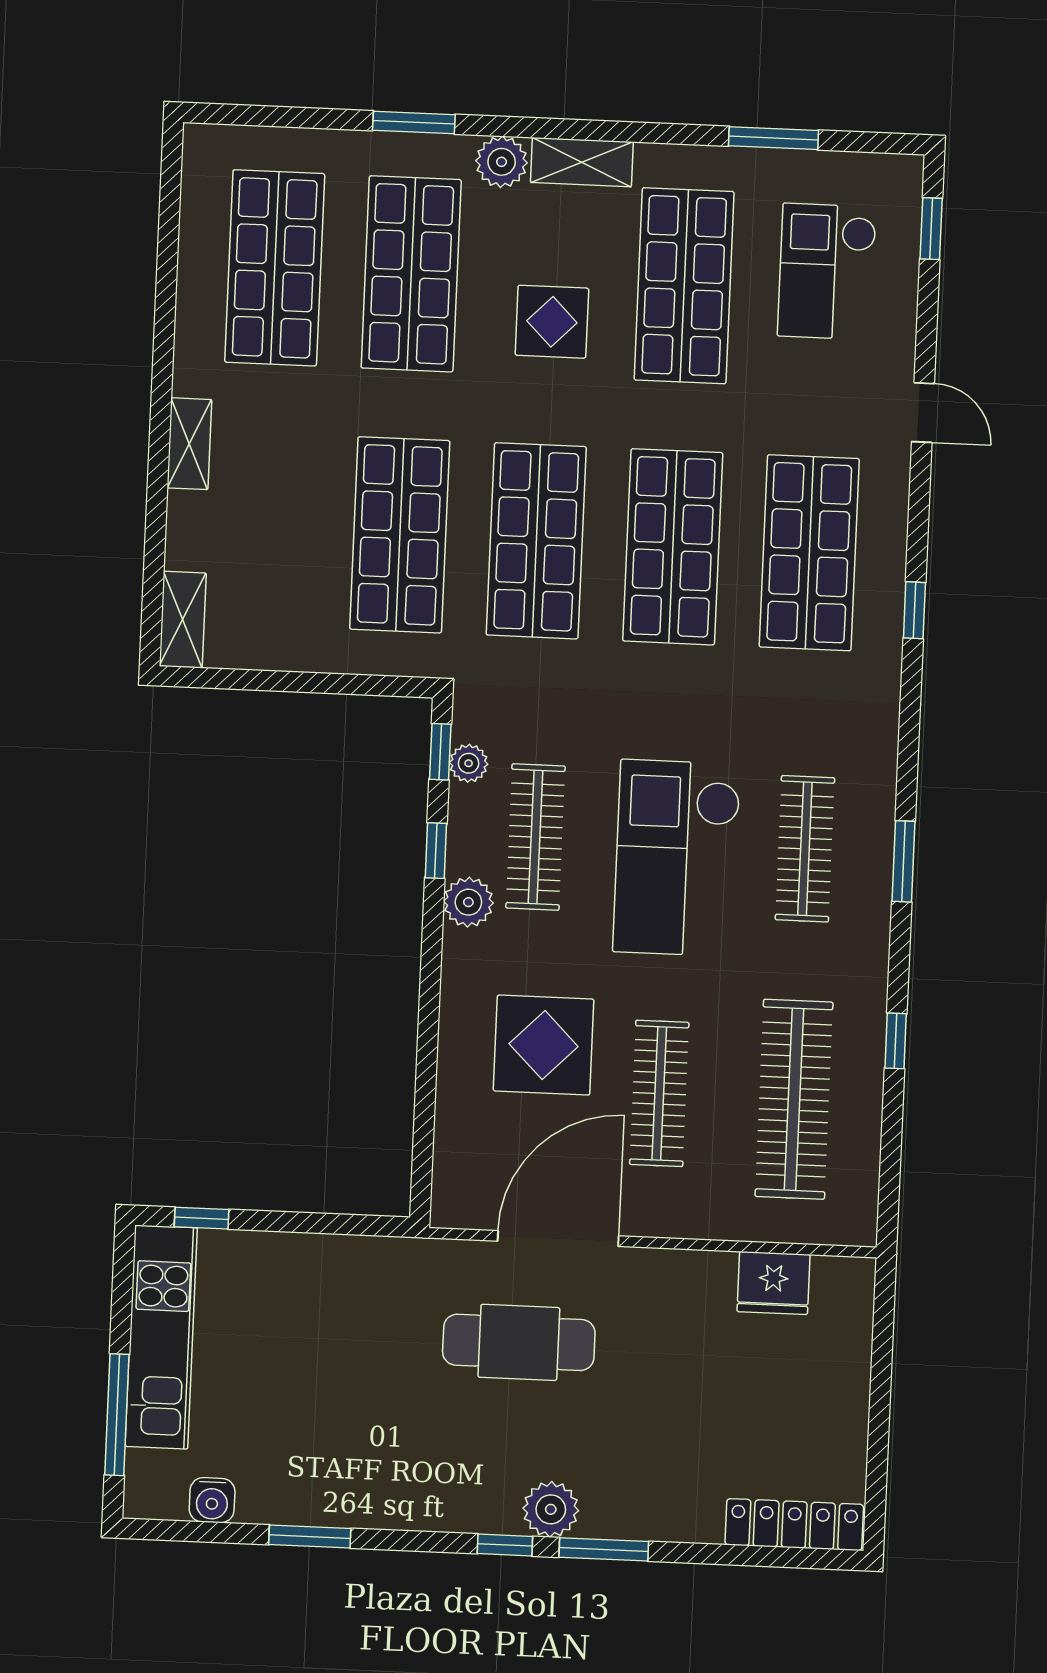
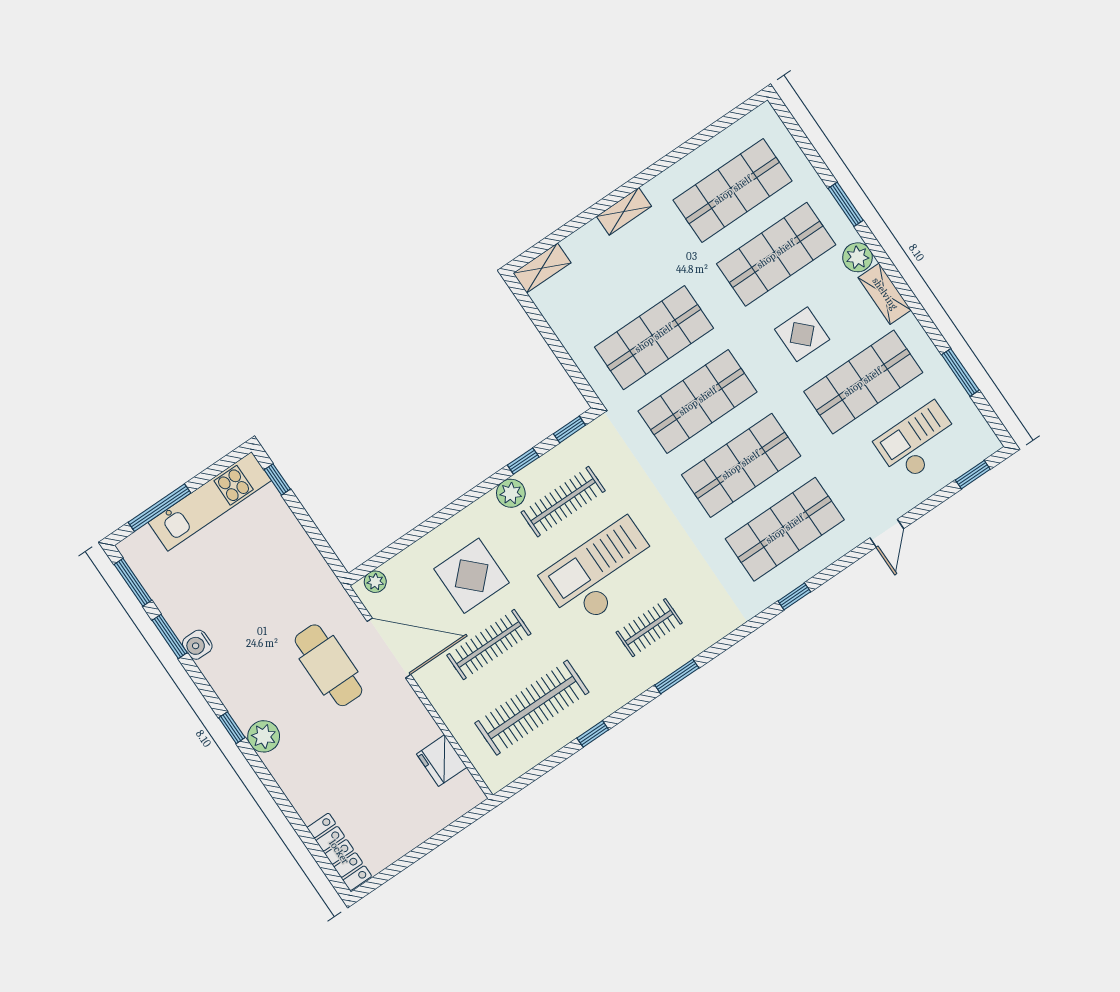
plant: (469, 763) -> (375, 582), moved
clothes rail: (805, 849) -> (649, 628), width x0.73
water cooler: (212, 1500) -> (197, 645), moved
window: (604, 1549) -> (133, 582), moved

